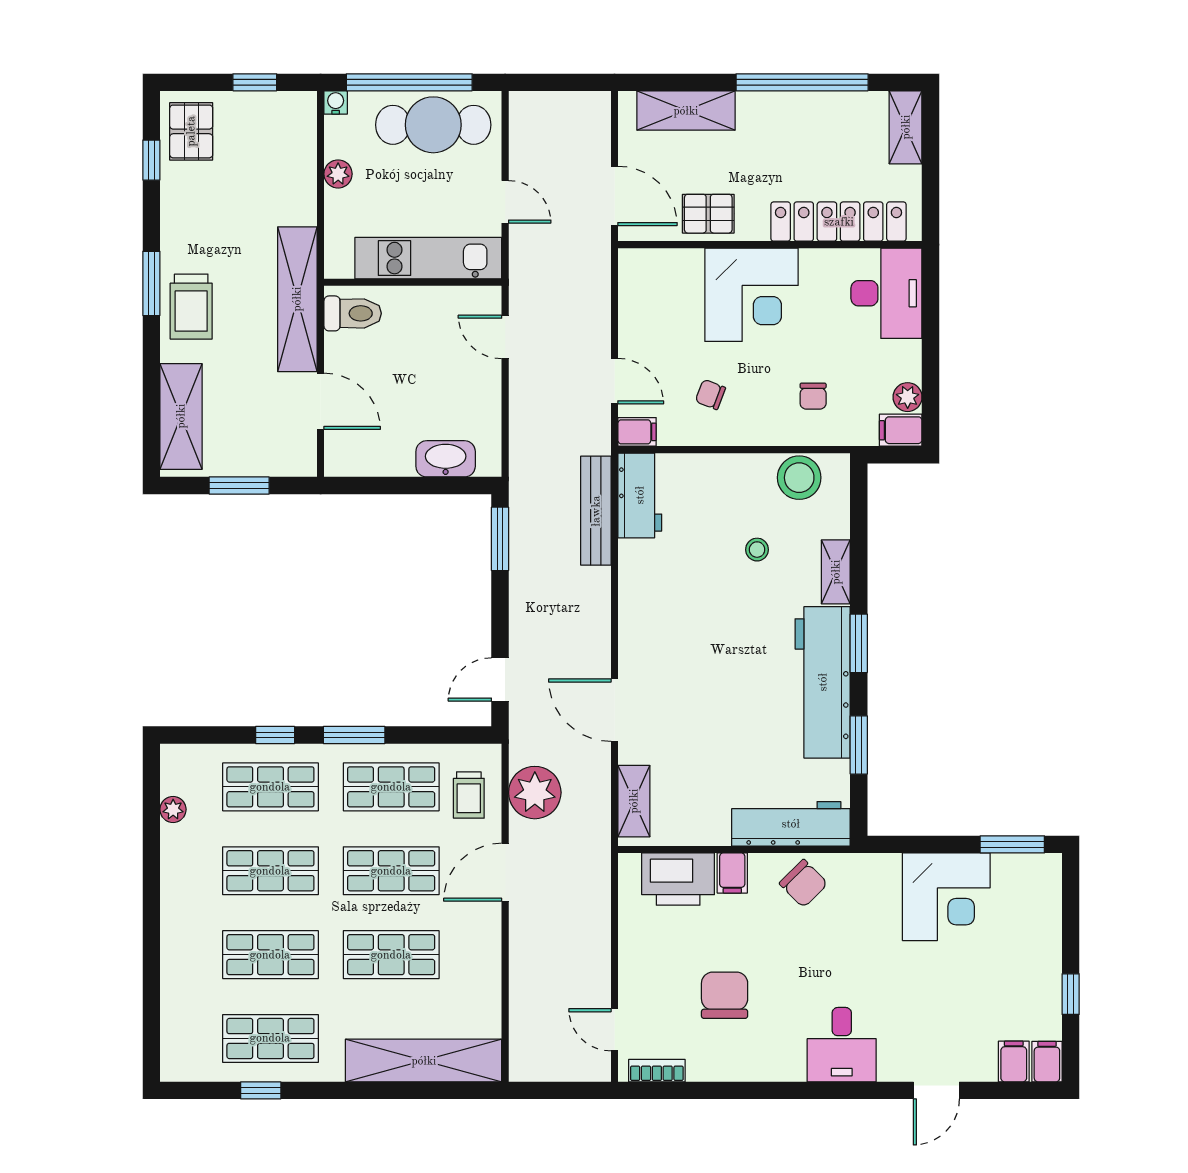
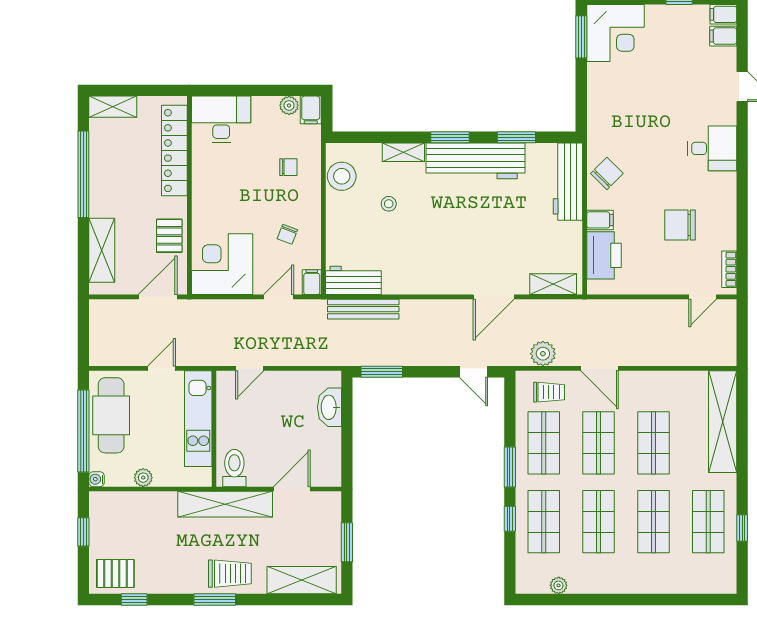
corner desk: (751, 295) -> (222, 264), moved, turned -90
plant: (535, 793) -> (543, 354), width x0.73, depth x0.73
corner desk: (946, 897) -> (616, 33), moved, turned 90

